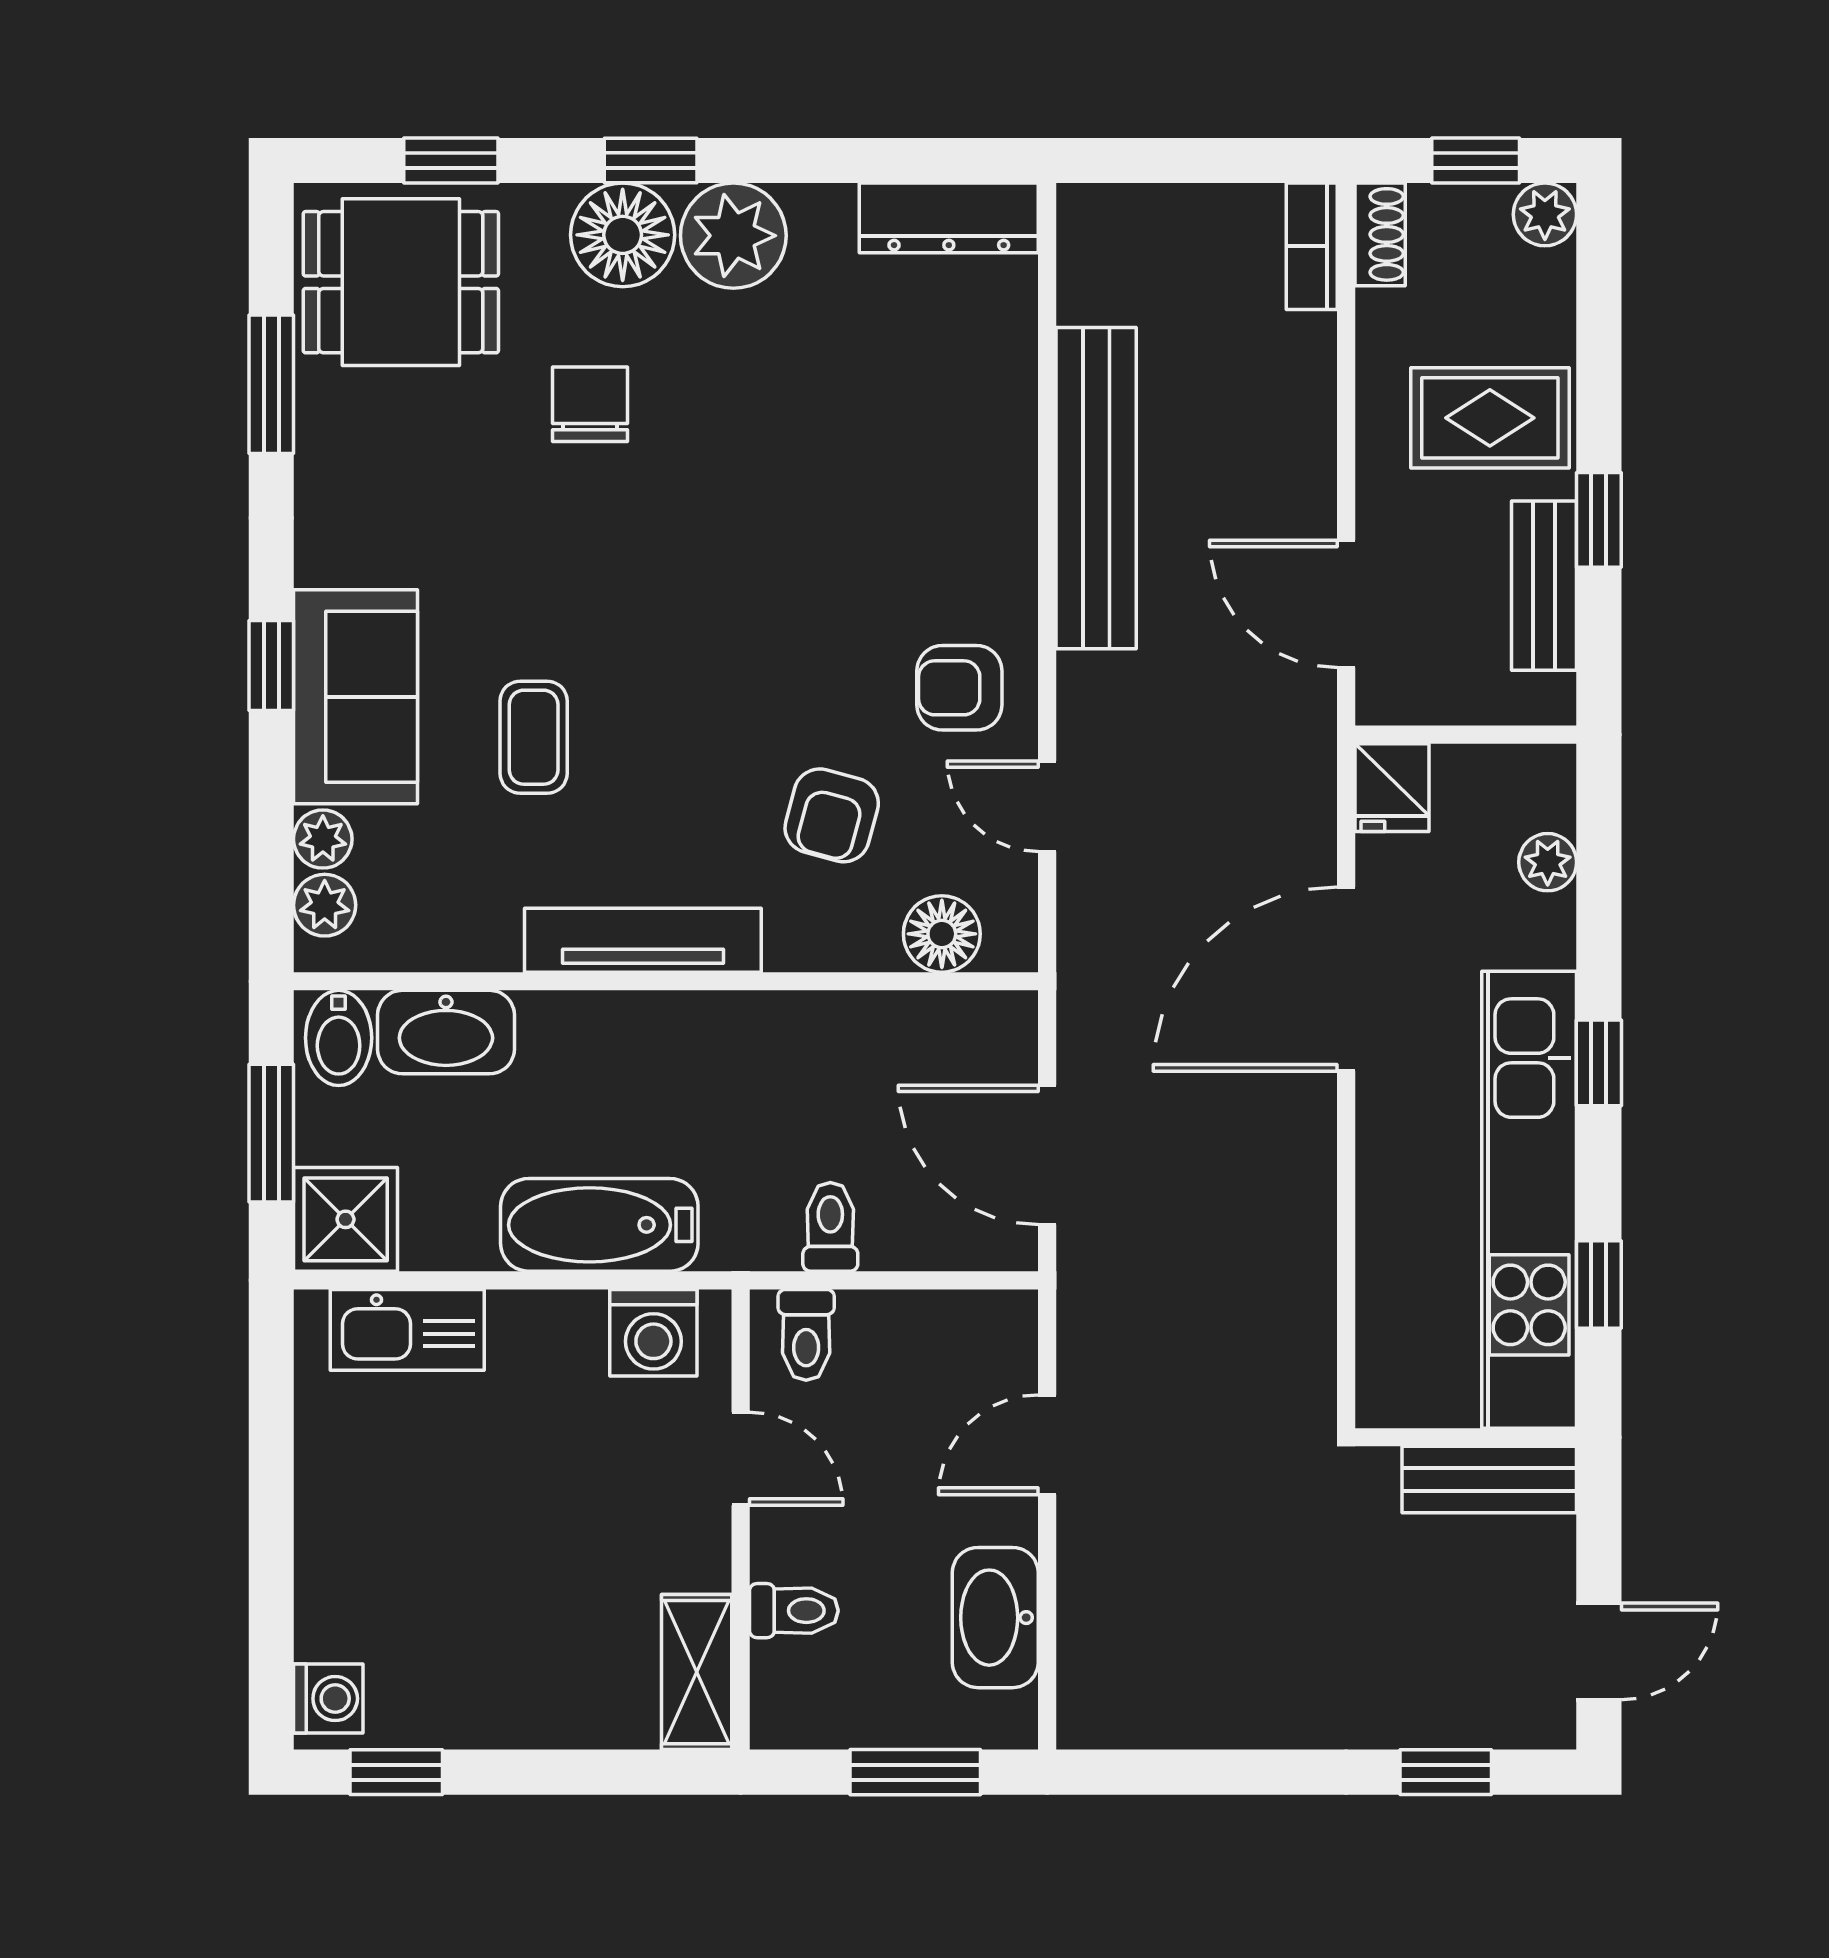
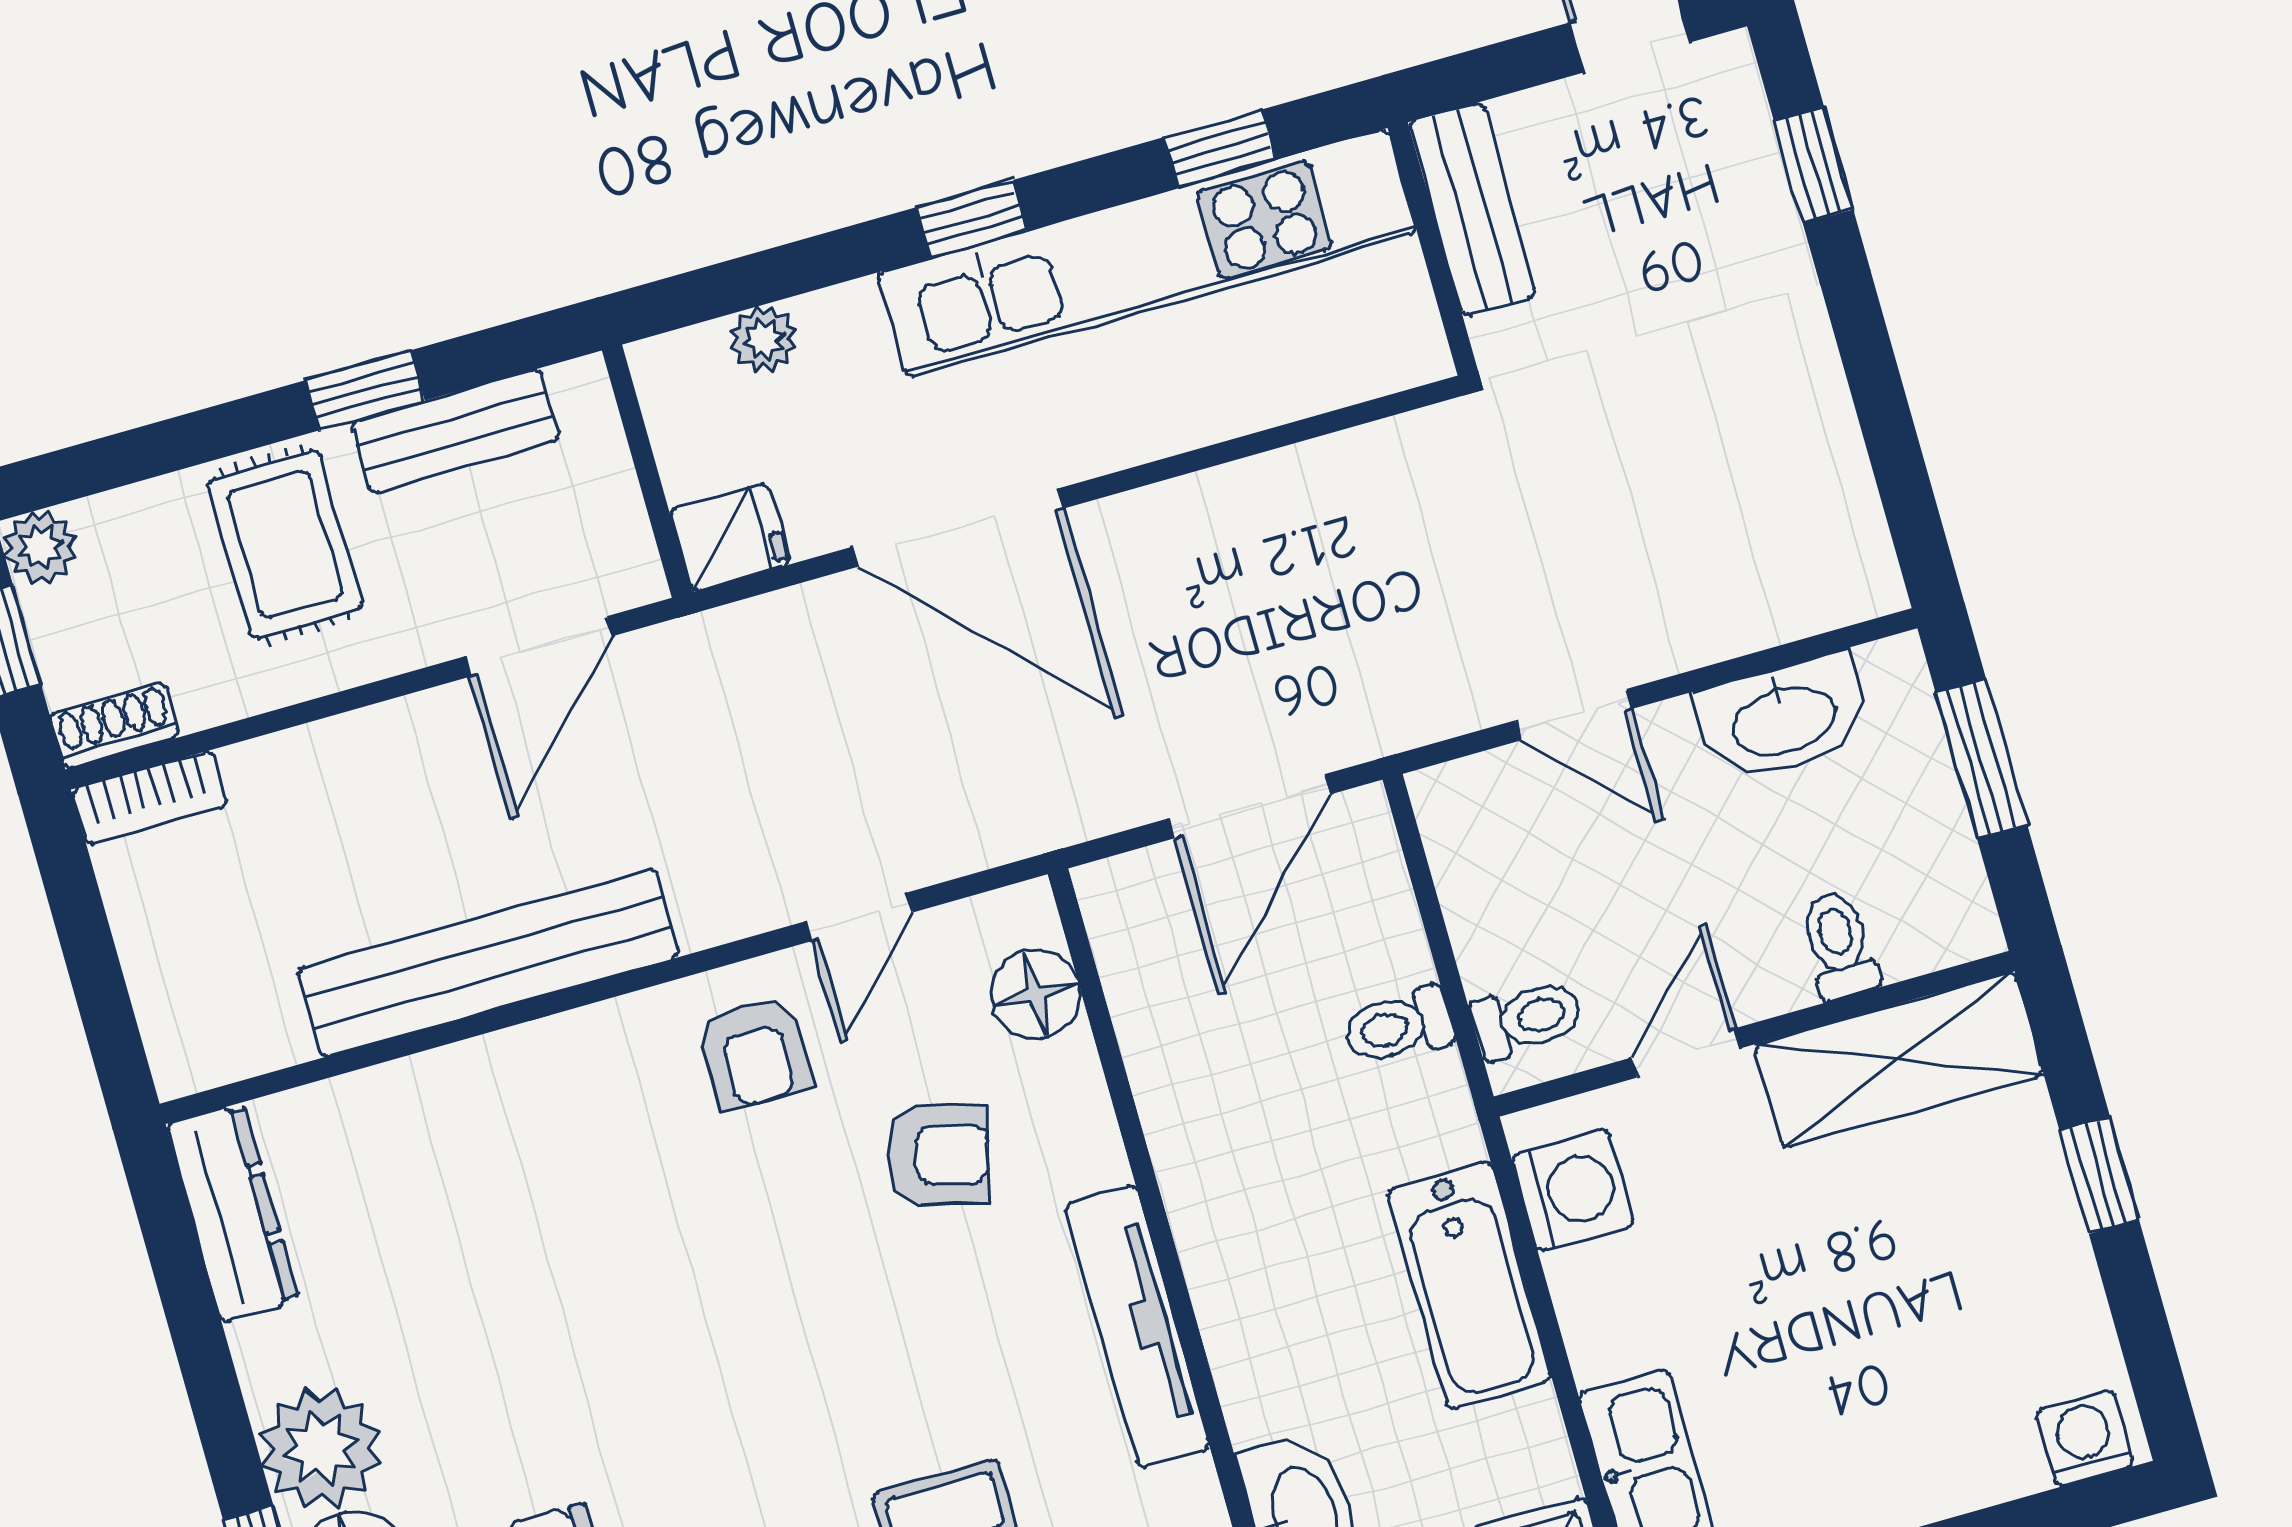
shelving: (697, 1672) -> (1899, 1060), width x1.50, depth x1.33
window: (396, 1772) -> (2099, 1175), moved

